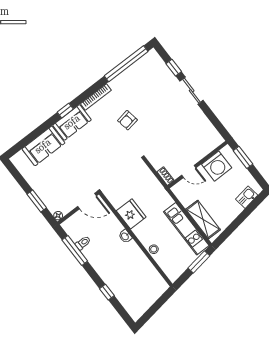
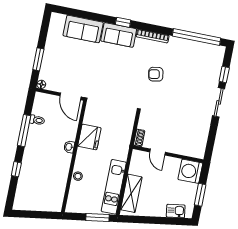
window: (243, 157) -> (200, 195), moved
washing machine: (217, 166) -> (190, 171), moved, turned 90
window: (75, 251) -> (24, 131), moved

